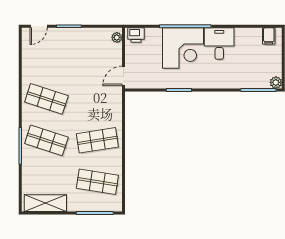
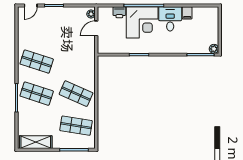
printer: (136, 35) -> (119, 12), moved
filing cabinet: (269, 36) -> (187, 13), moved
door: (124, 76) -> (96, 28), moved
shop shelf: (97, 140) -> (76, 94), turned 33

